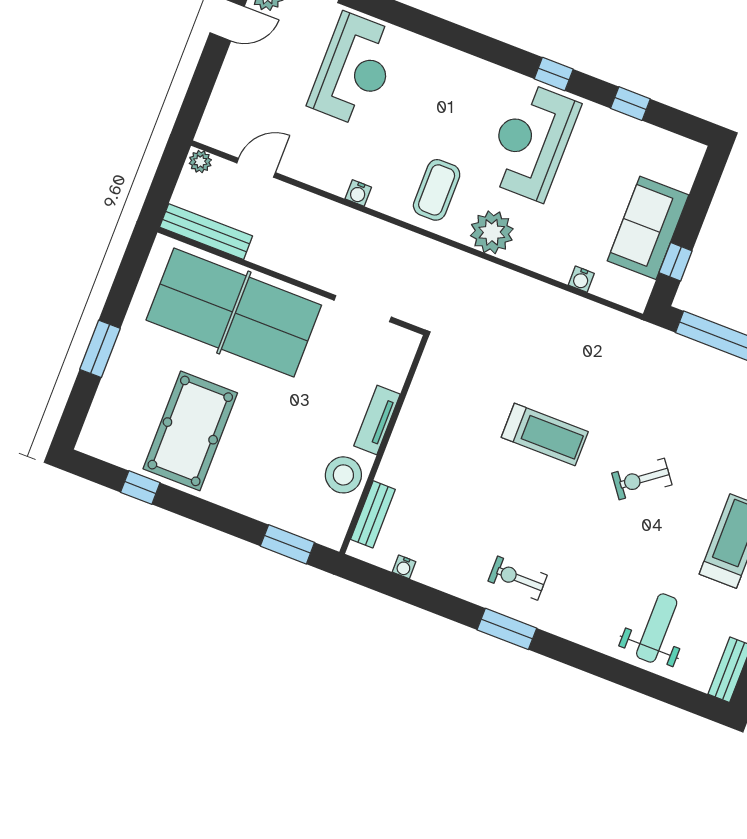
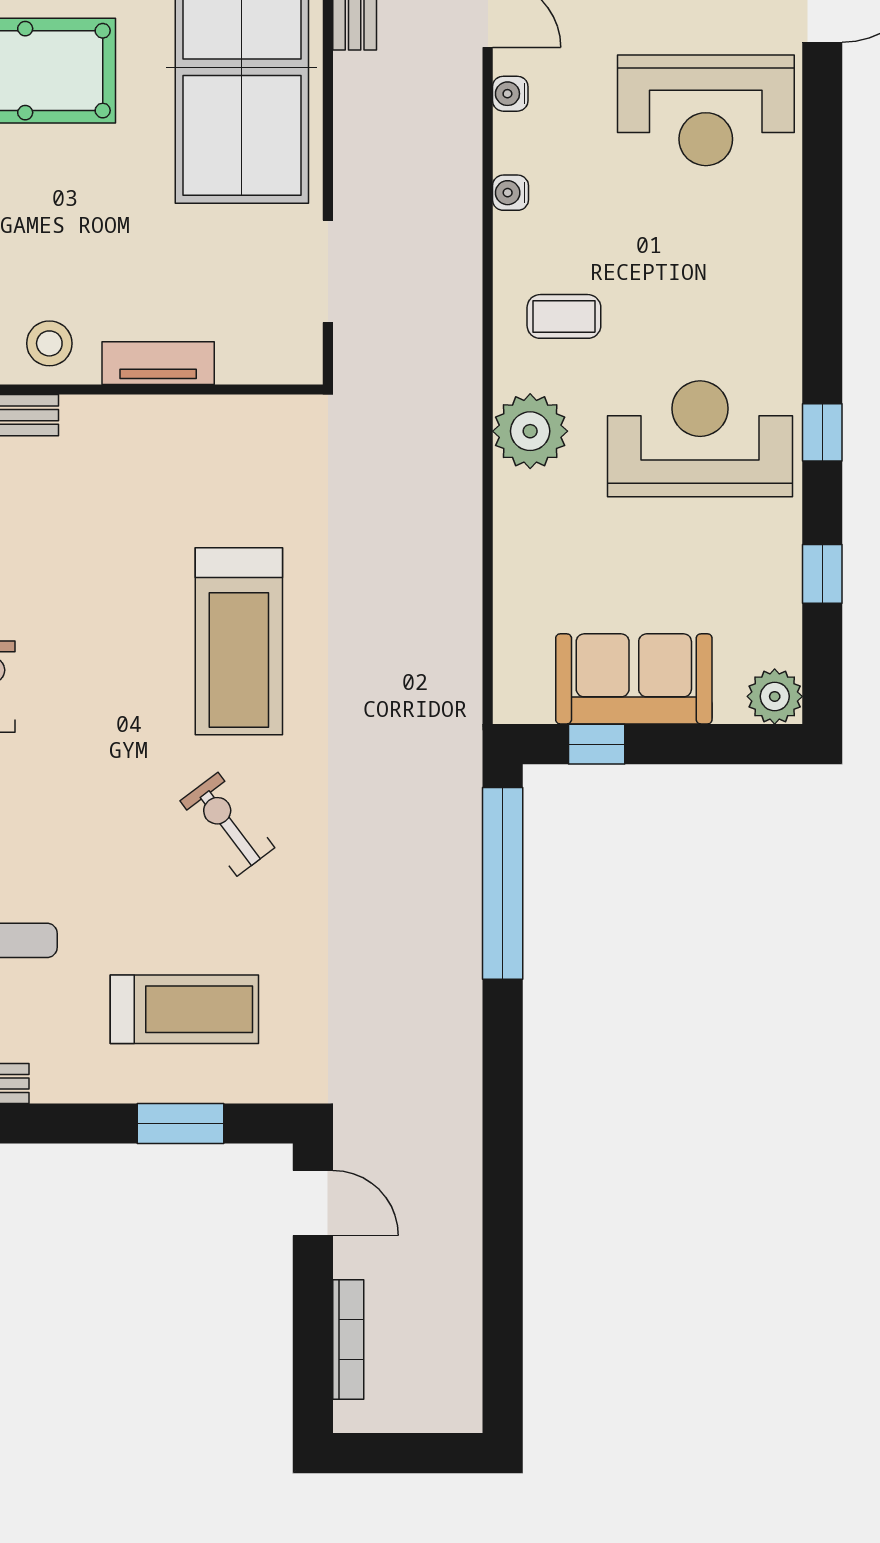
plant: (687, 155) -> (775, 696), added
coffee table: (437, 190) -> (564, 316), width x0.73, depth x0.77
water cooler: (581, 279) -> (510, 94), moved
treadmill: (545, 434) -> (239, 641), width x1.37, depth x1.38
stool: (343, 475) -> (49, 343), width x0.73, depth x0.73

